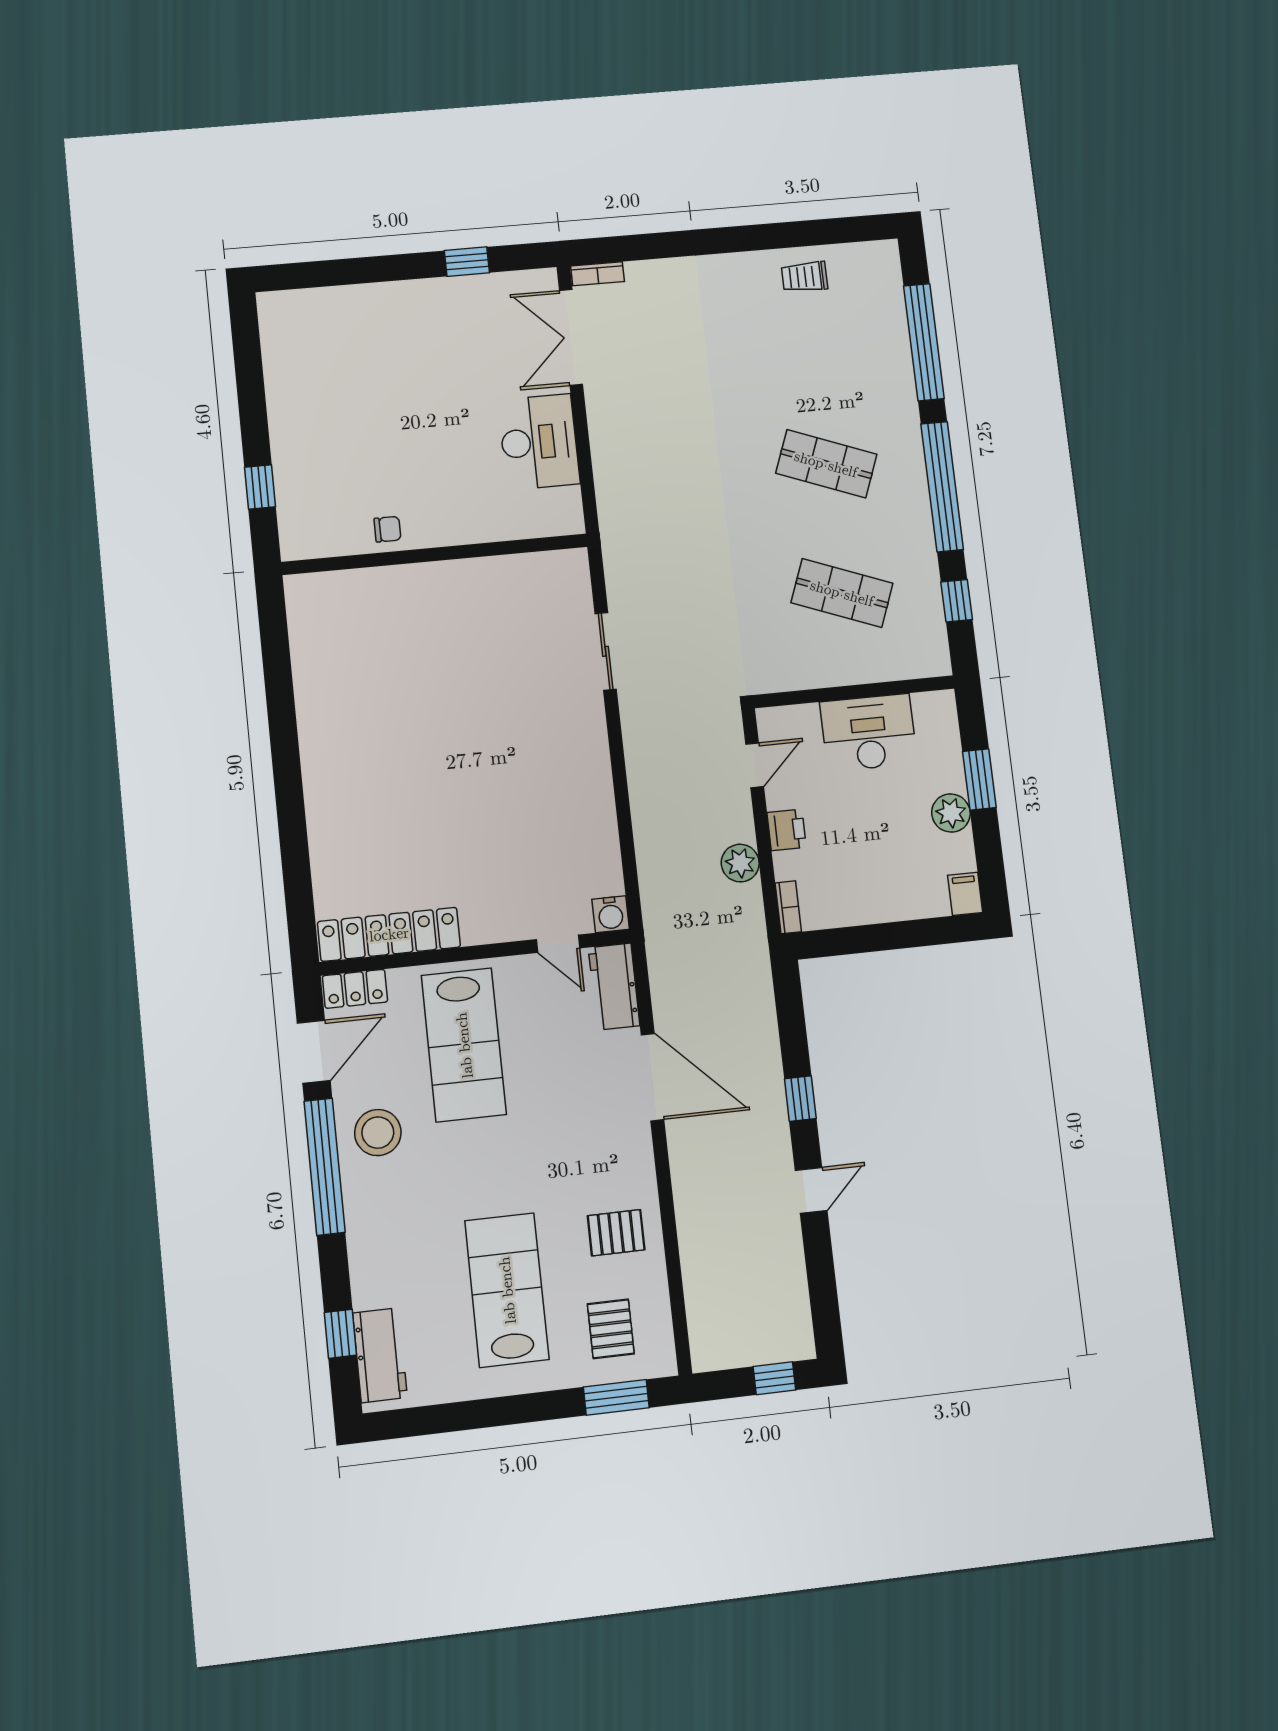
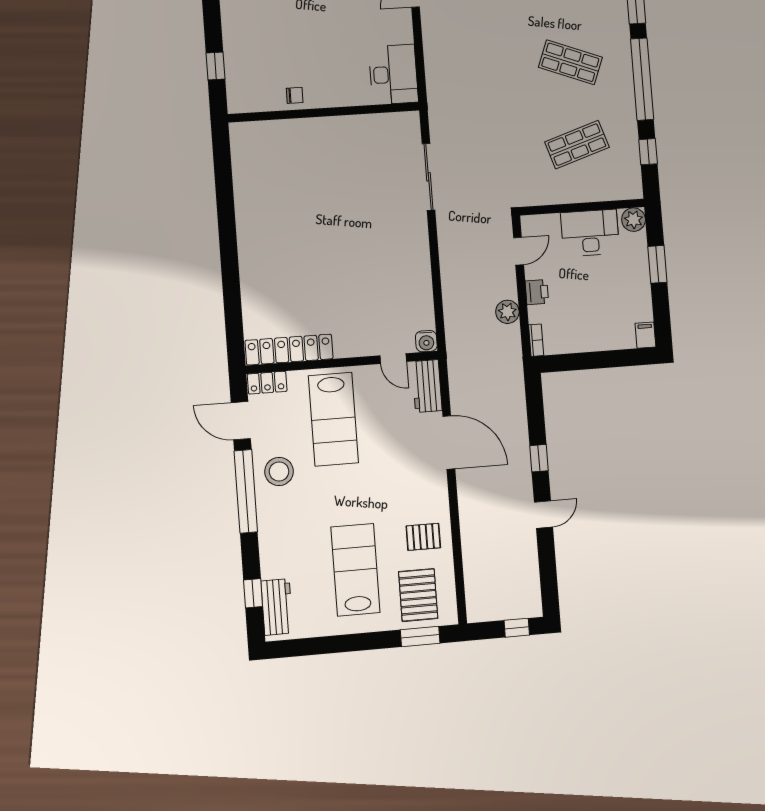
desk: (539, 442) -> (393, 74), moved
shop shelf: (842, 593) -> (577, 145), turned -39
sliding door: (606, 651) -> (428, 177), width x1.37
plant: (951, 813) -> (634, 220), moved
door: (314, 1052) -> (241, 421), swing flipped
pallet: (611, 1329) -> (418, 595), width x1.50, depth x1.42

